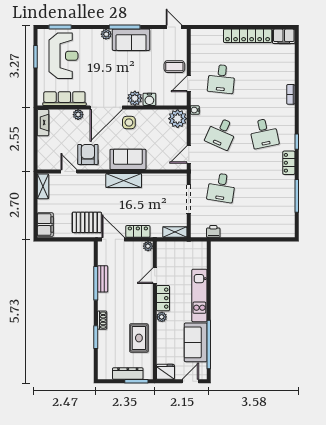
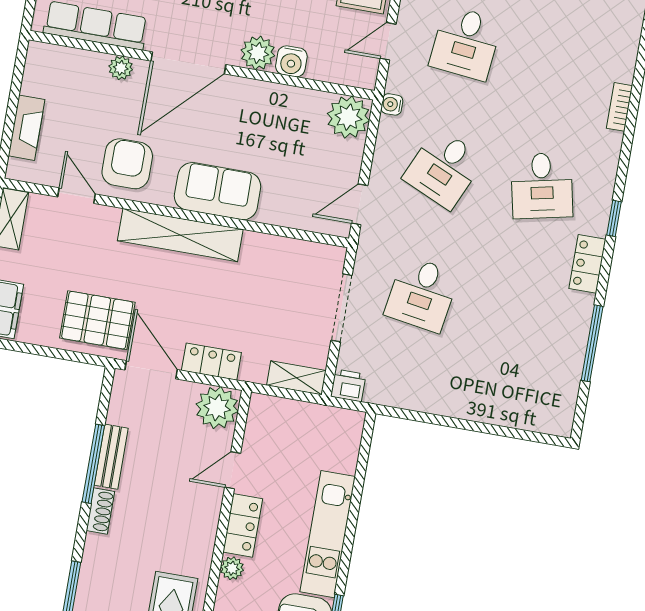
fireplace: (43, 123) -> (27, 128), moved
side table: (129, 123) -> (235, 107), removed
shelving: (124, 181) -> (180, 235), width x1.47
printer: (213, 231) -> (348, 385), moved
plant: (148, 246) -> (217, 408), width x1.87, depth x1.87
shoe rack: (102, 320) -> (100, 511), moved

